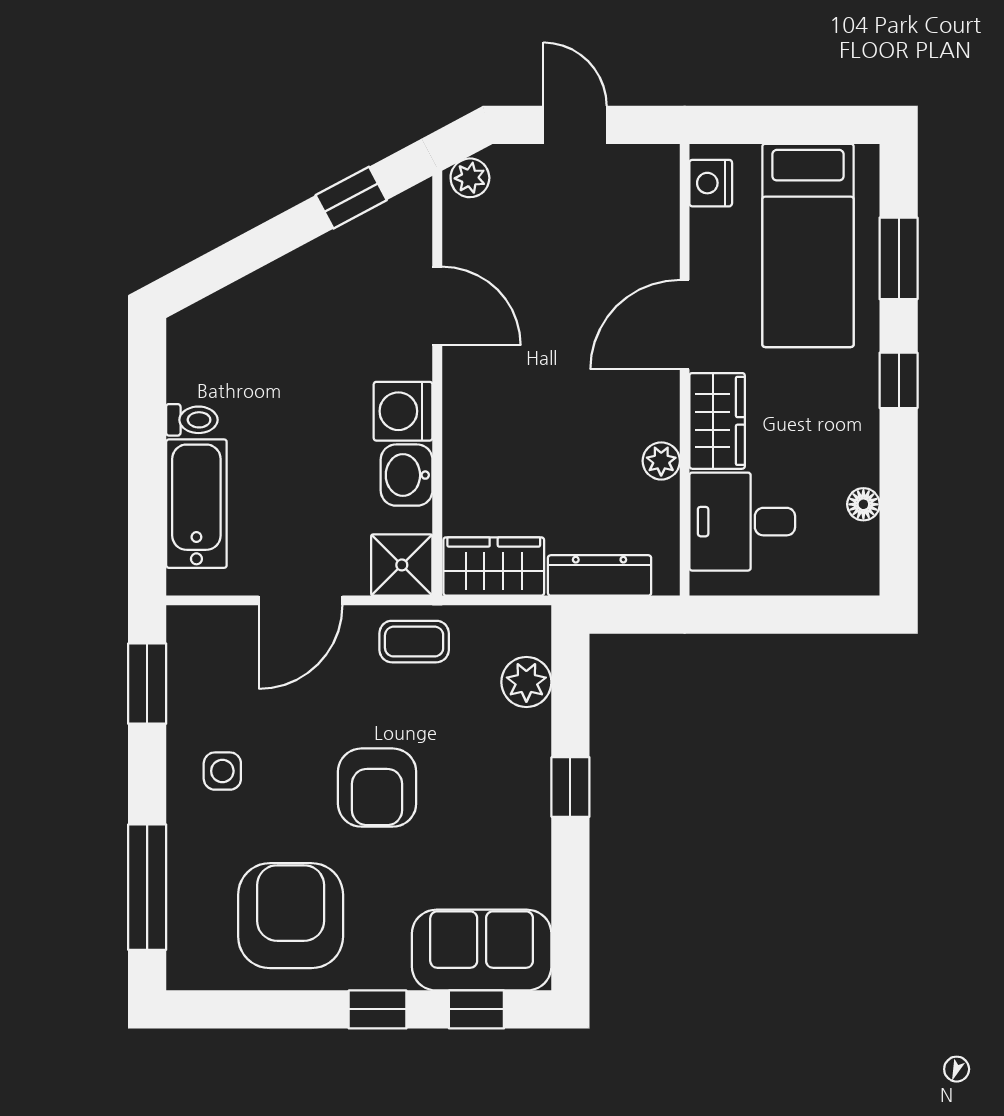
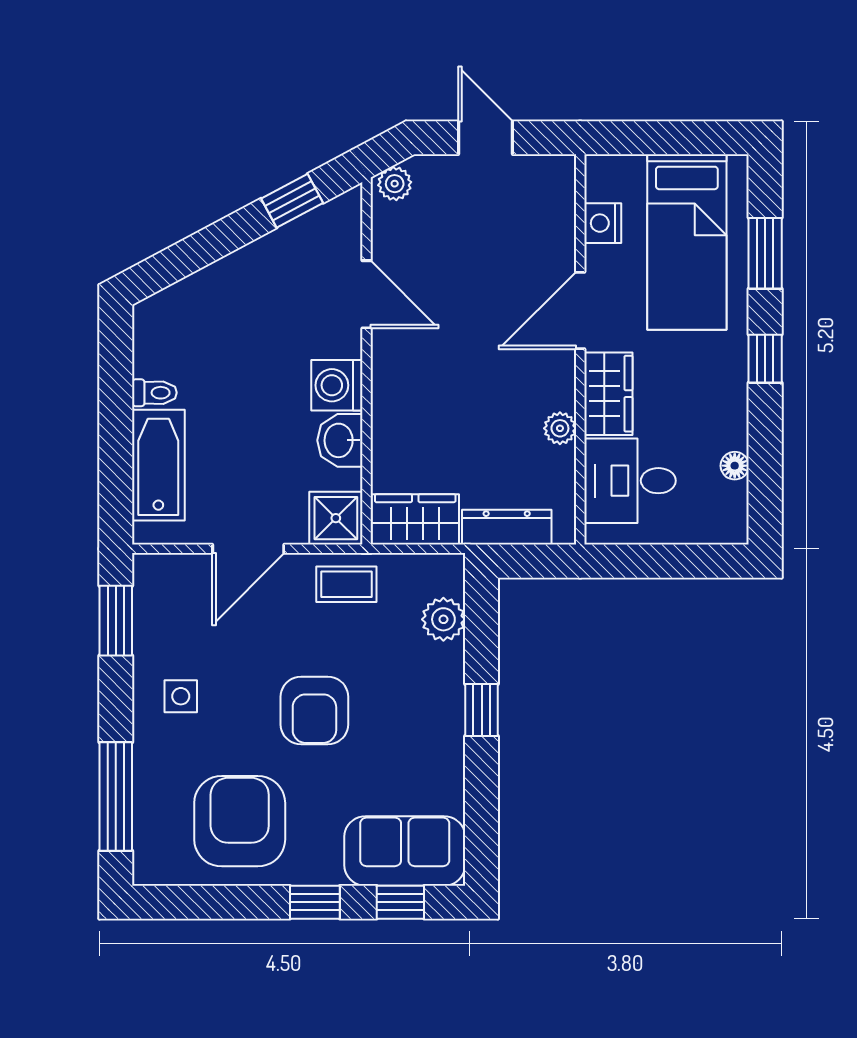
nightstand: (711, 183) -> (603, 223), moved

